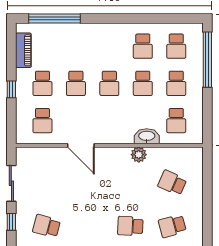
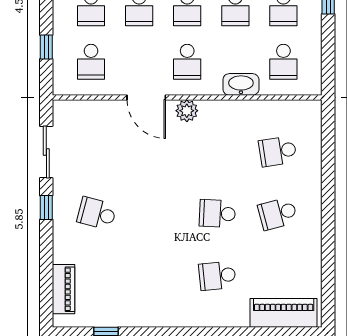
window: (11, 89) -> (46, 47), moved
school desk: (109, 121) -> (187, 62), added
plant: (139, 155) -> (187, 111), moved
school desk: (172, 183) -> (278, 151), turned -33

